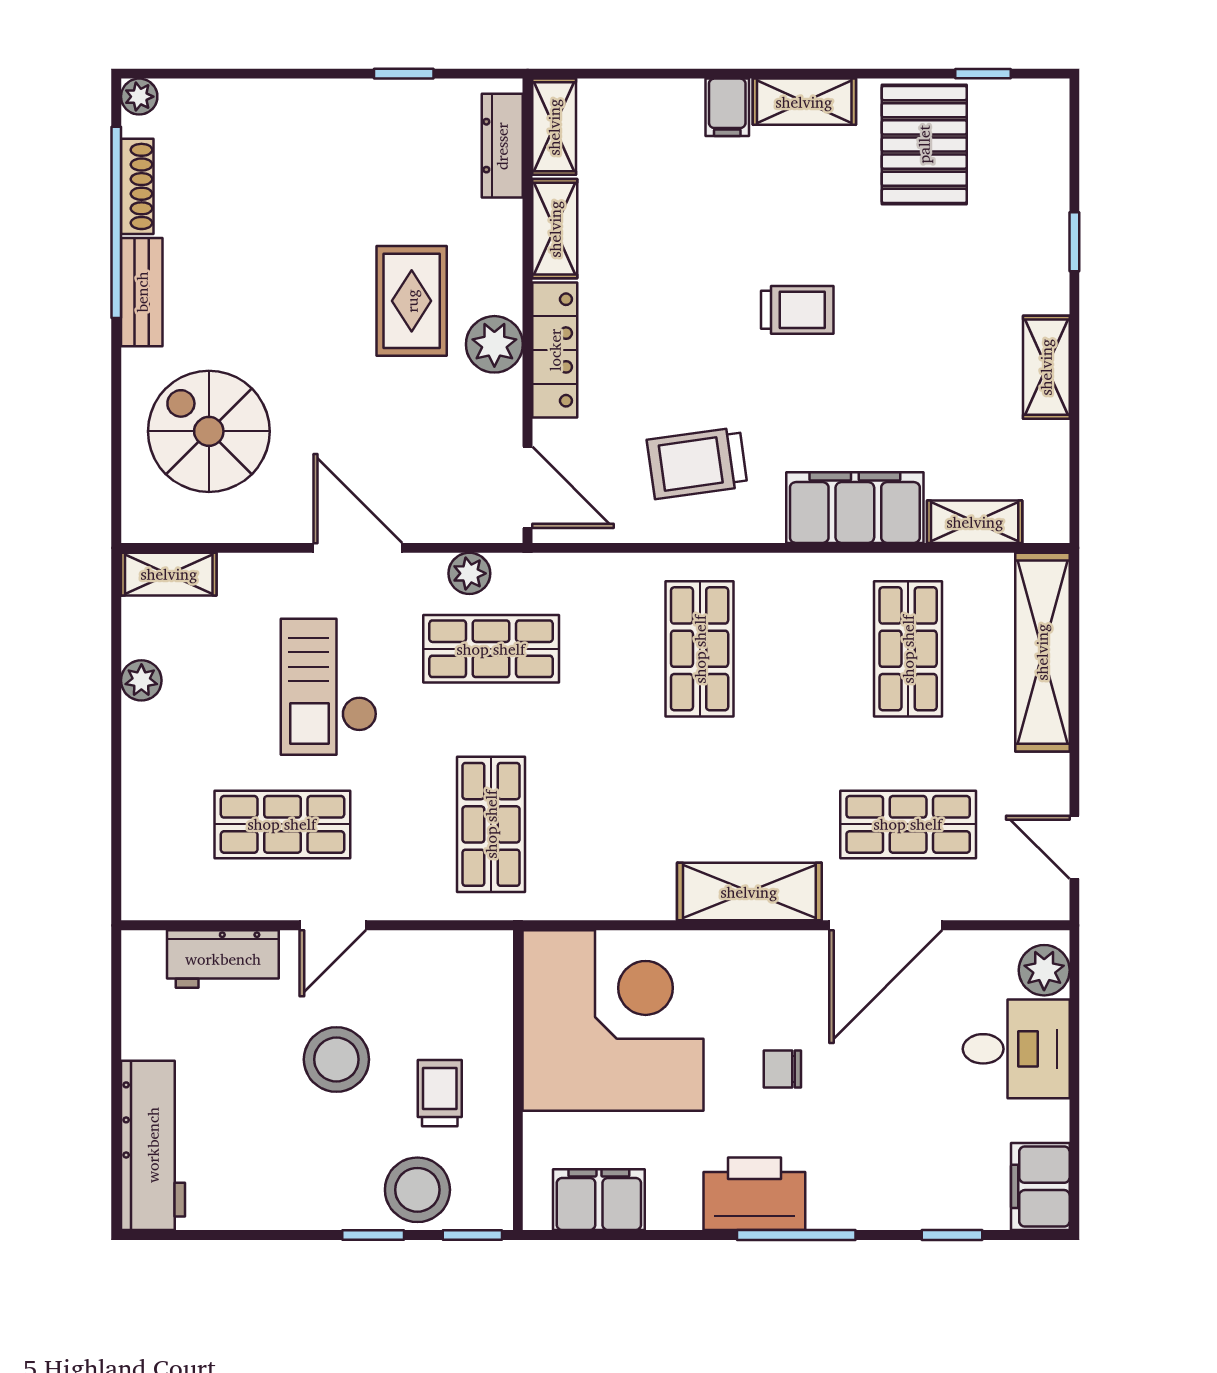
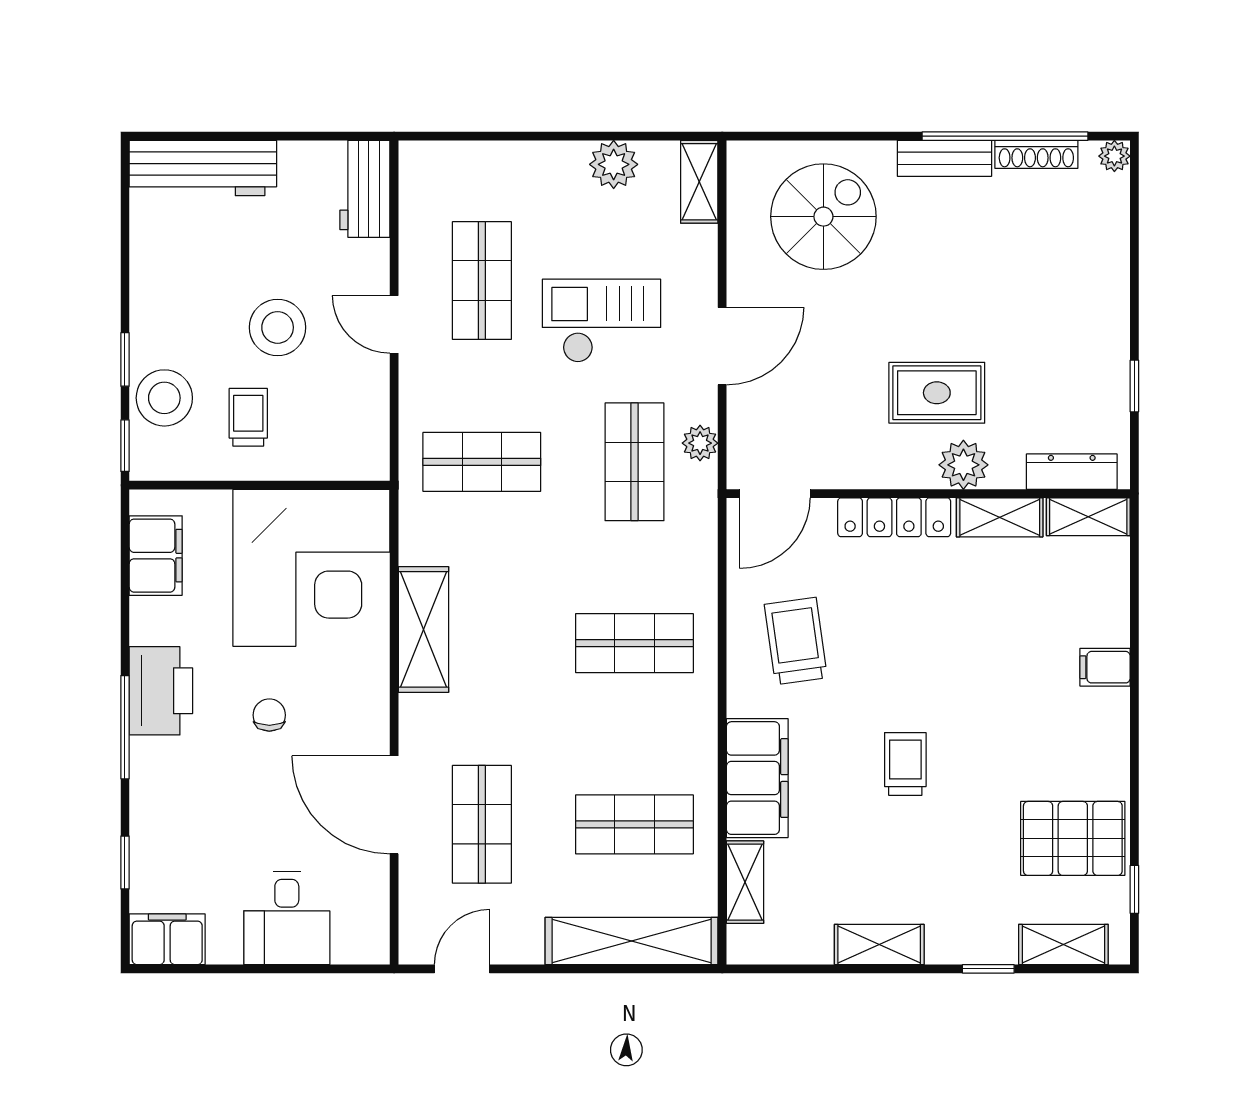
shelving: (804, 102) -> (1063, 944), moved, turned 90
trolley: (797, 310) -> (905, 764), moved, turned 180
plant: (494, 344) -> (963, 465), moved
plant: (141, 680) -> (614, 164), width x1.38, depth x1.38
shelving: (749, 892) -> (423, 629), moved
workbench: (223, 959) -> (365, 189), moved
plant: (1044, 970) -> (355, 943), removed
trolley: (440, 1093) -> (248, 417), turned -90

